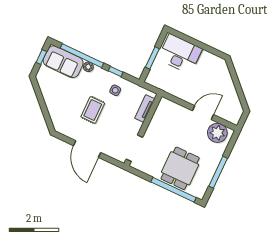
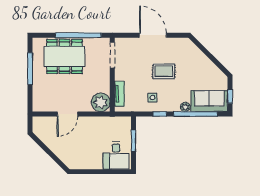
desk: (180, 54) -> (116, 155), width x0.73
rug: (93, 110) -> (164, 71), turned 90
plant: (217, 133) -> (101, 102), moved
dining table: (180, 168) -> (64, 56), width x1.38
window: (174, 190) -> (78, 35), moved

